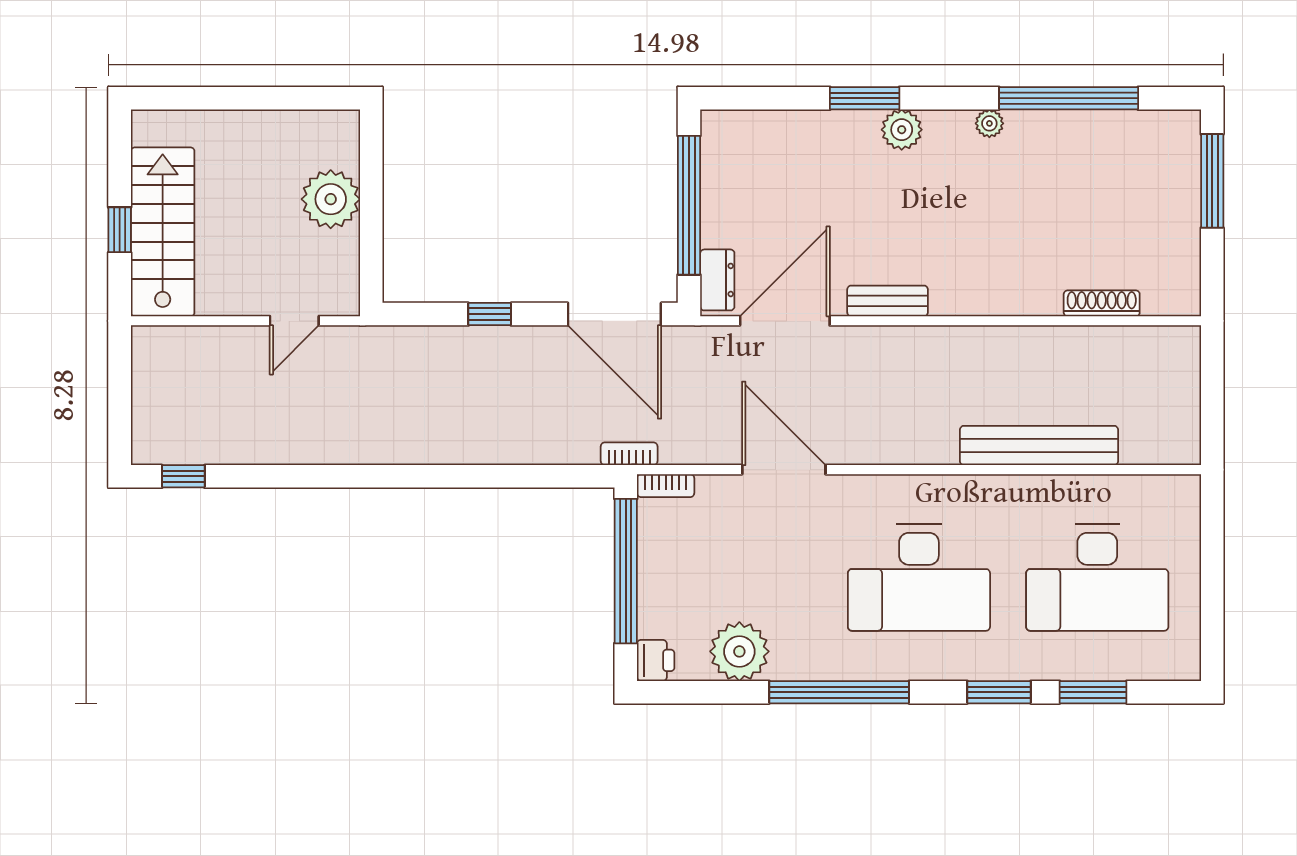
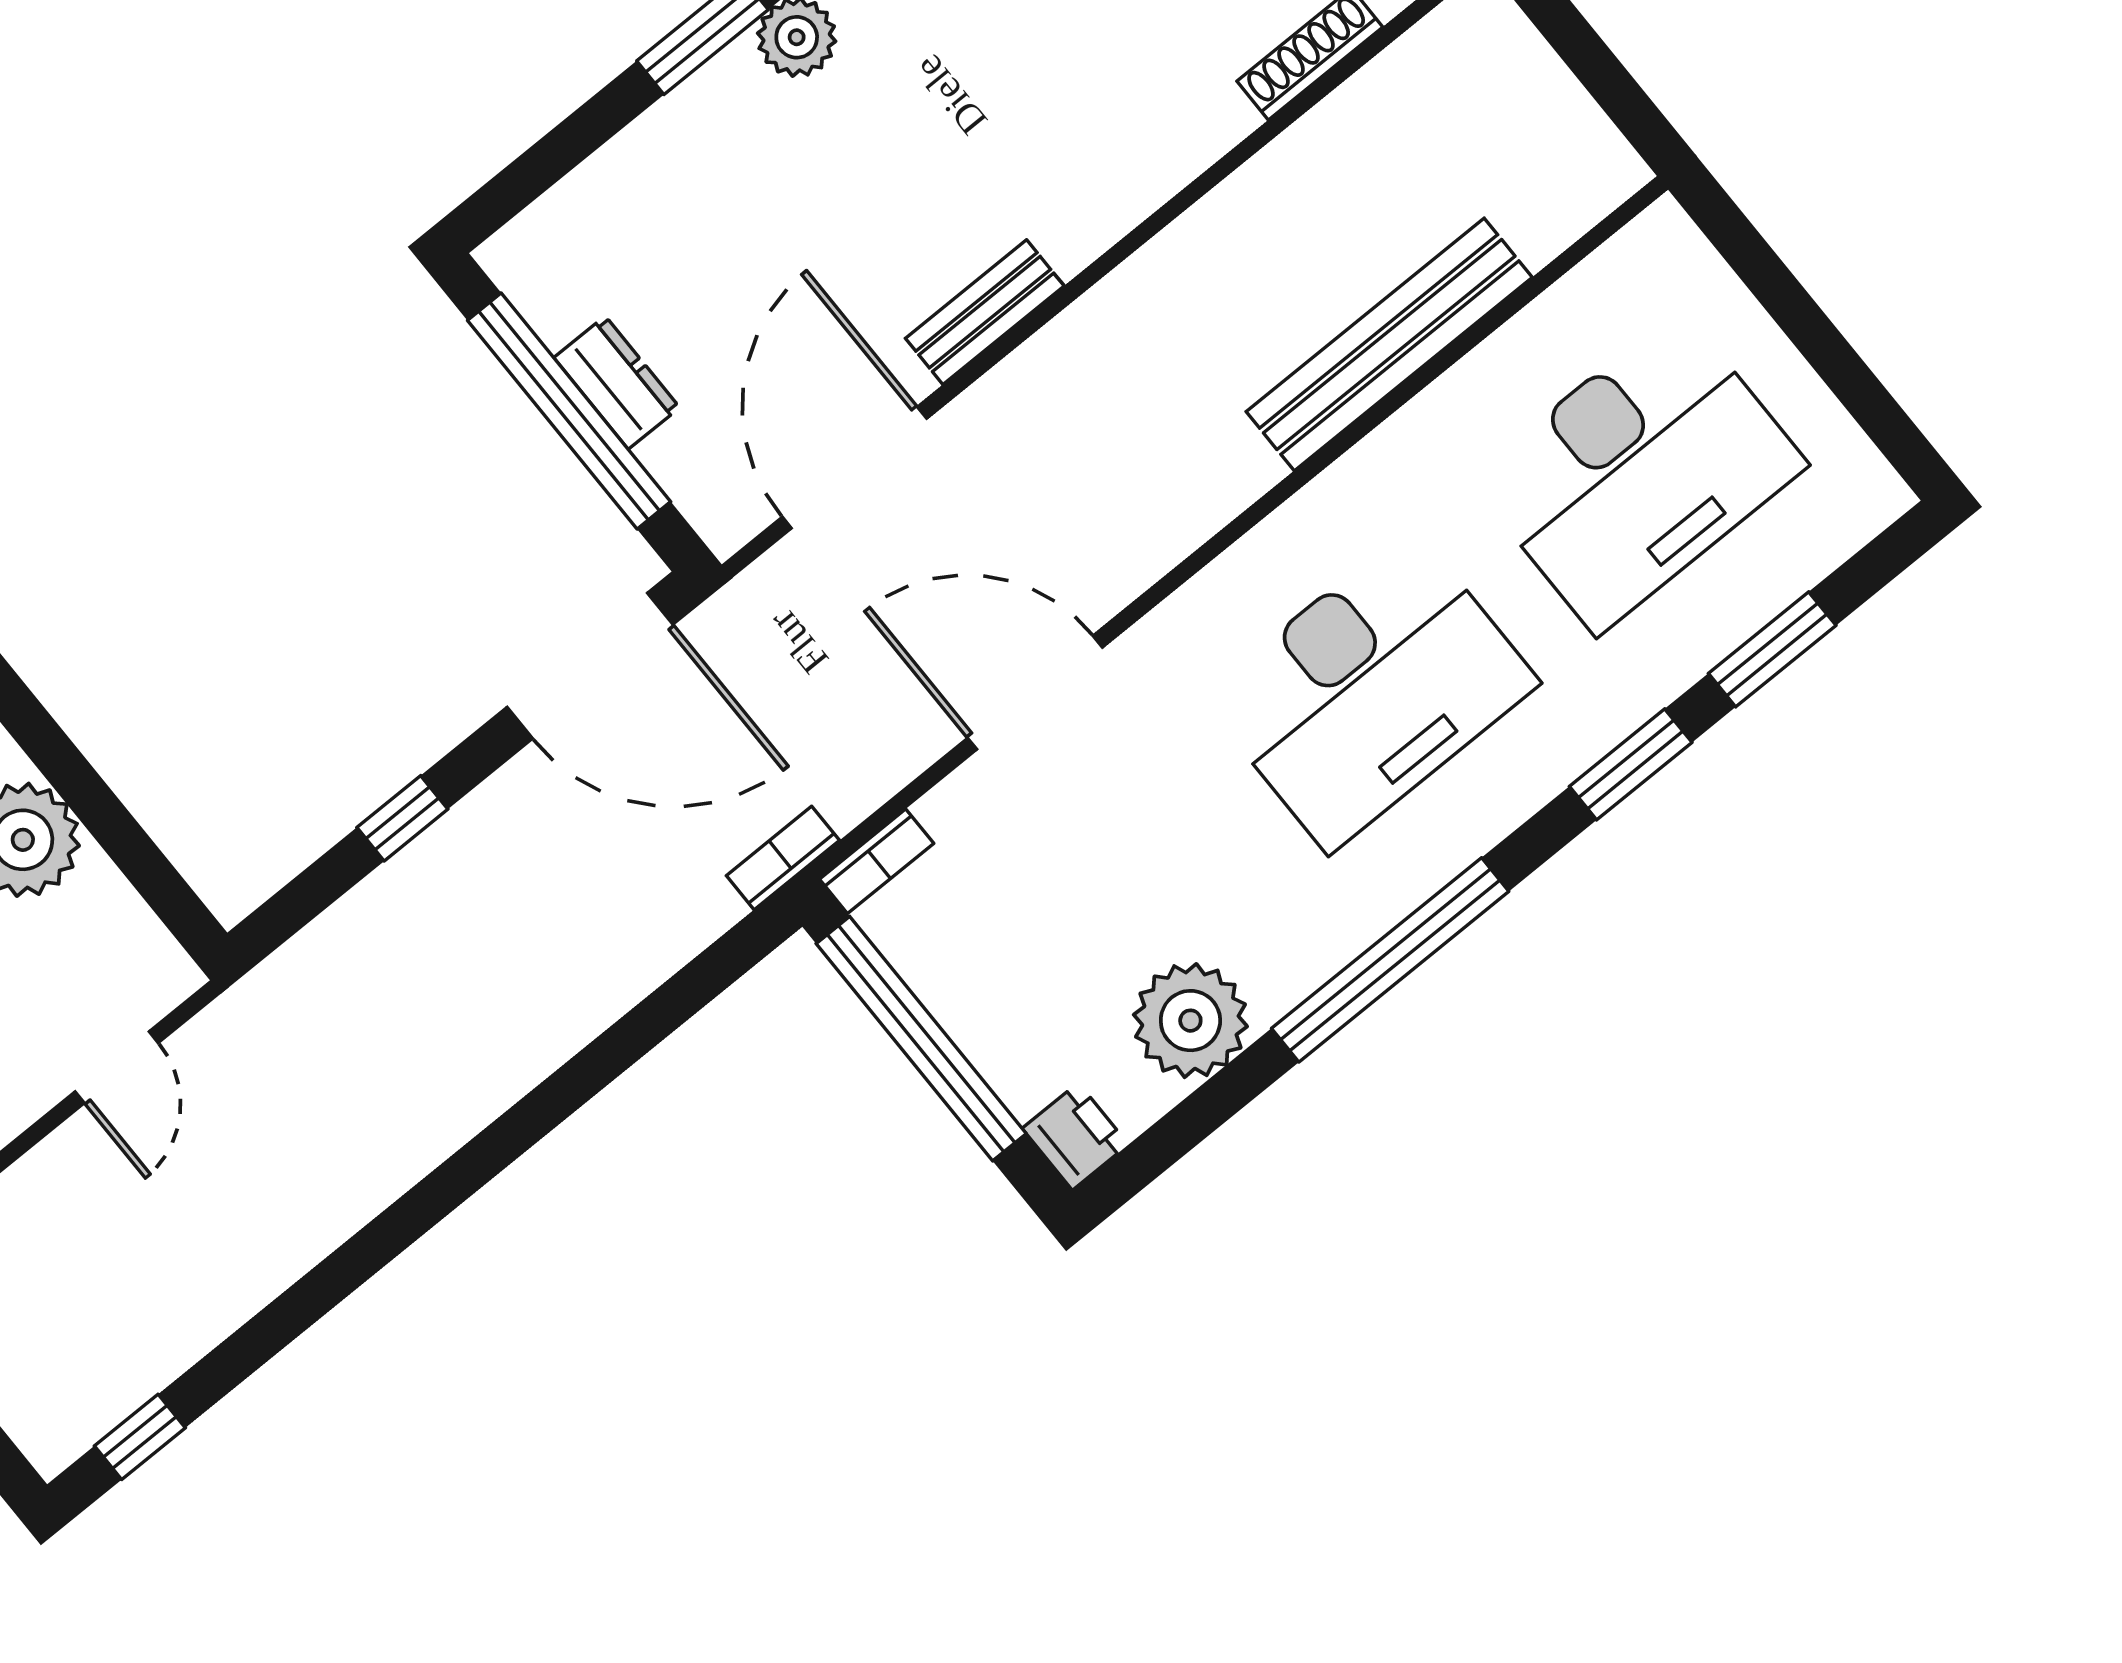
dresser: (717, 280) -> (617, 383), moved

